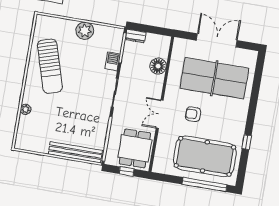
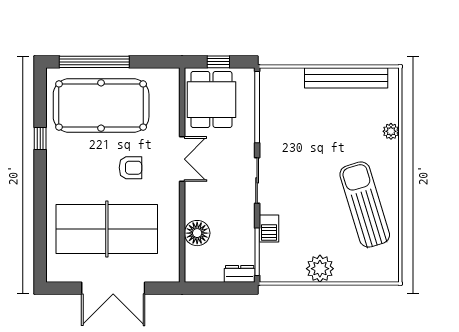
bench: (75, 152) -> (346, 78), moved

